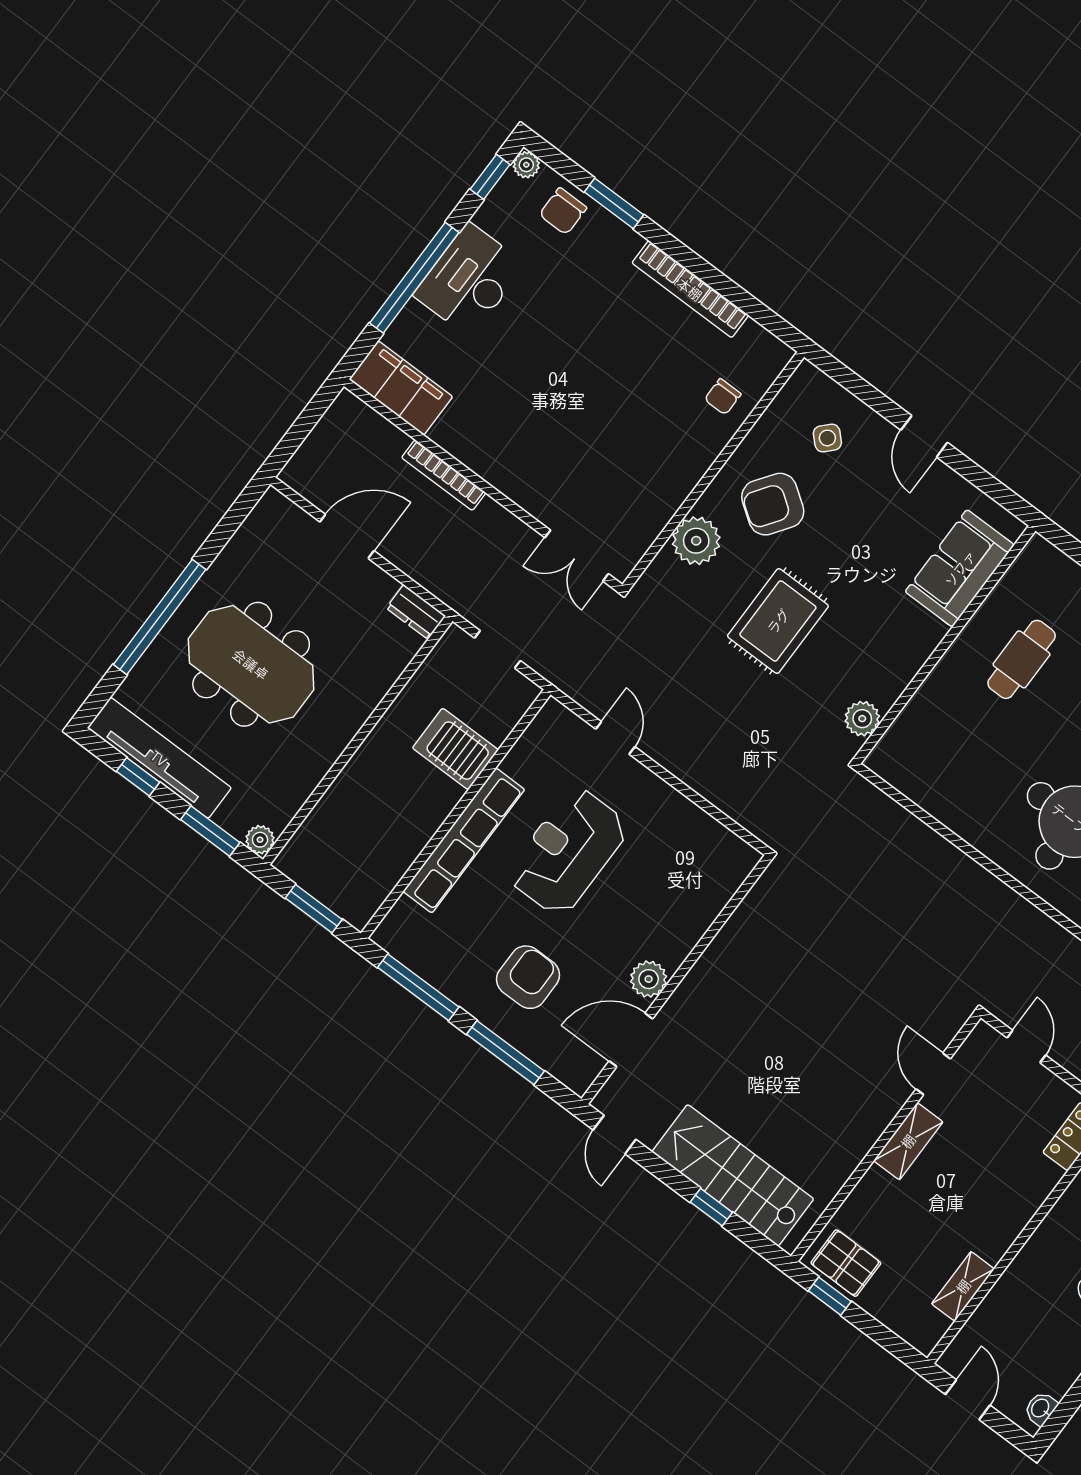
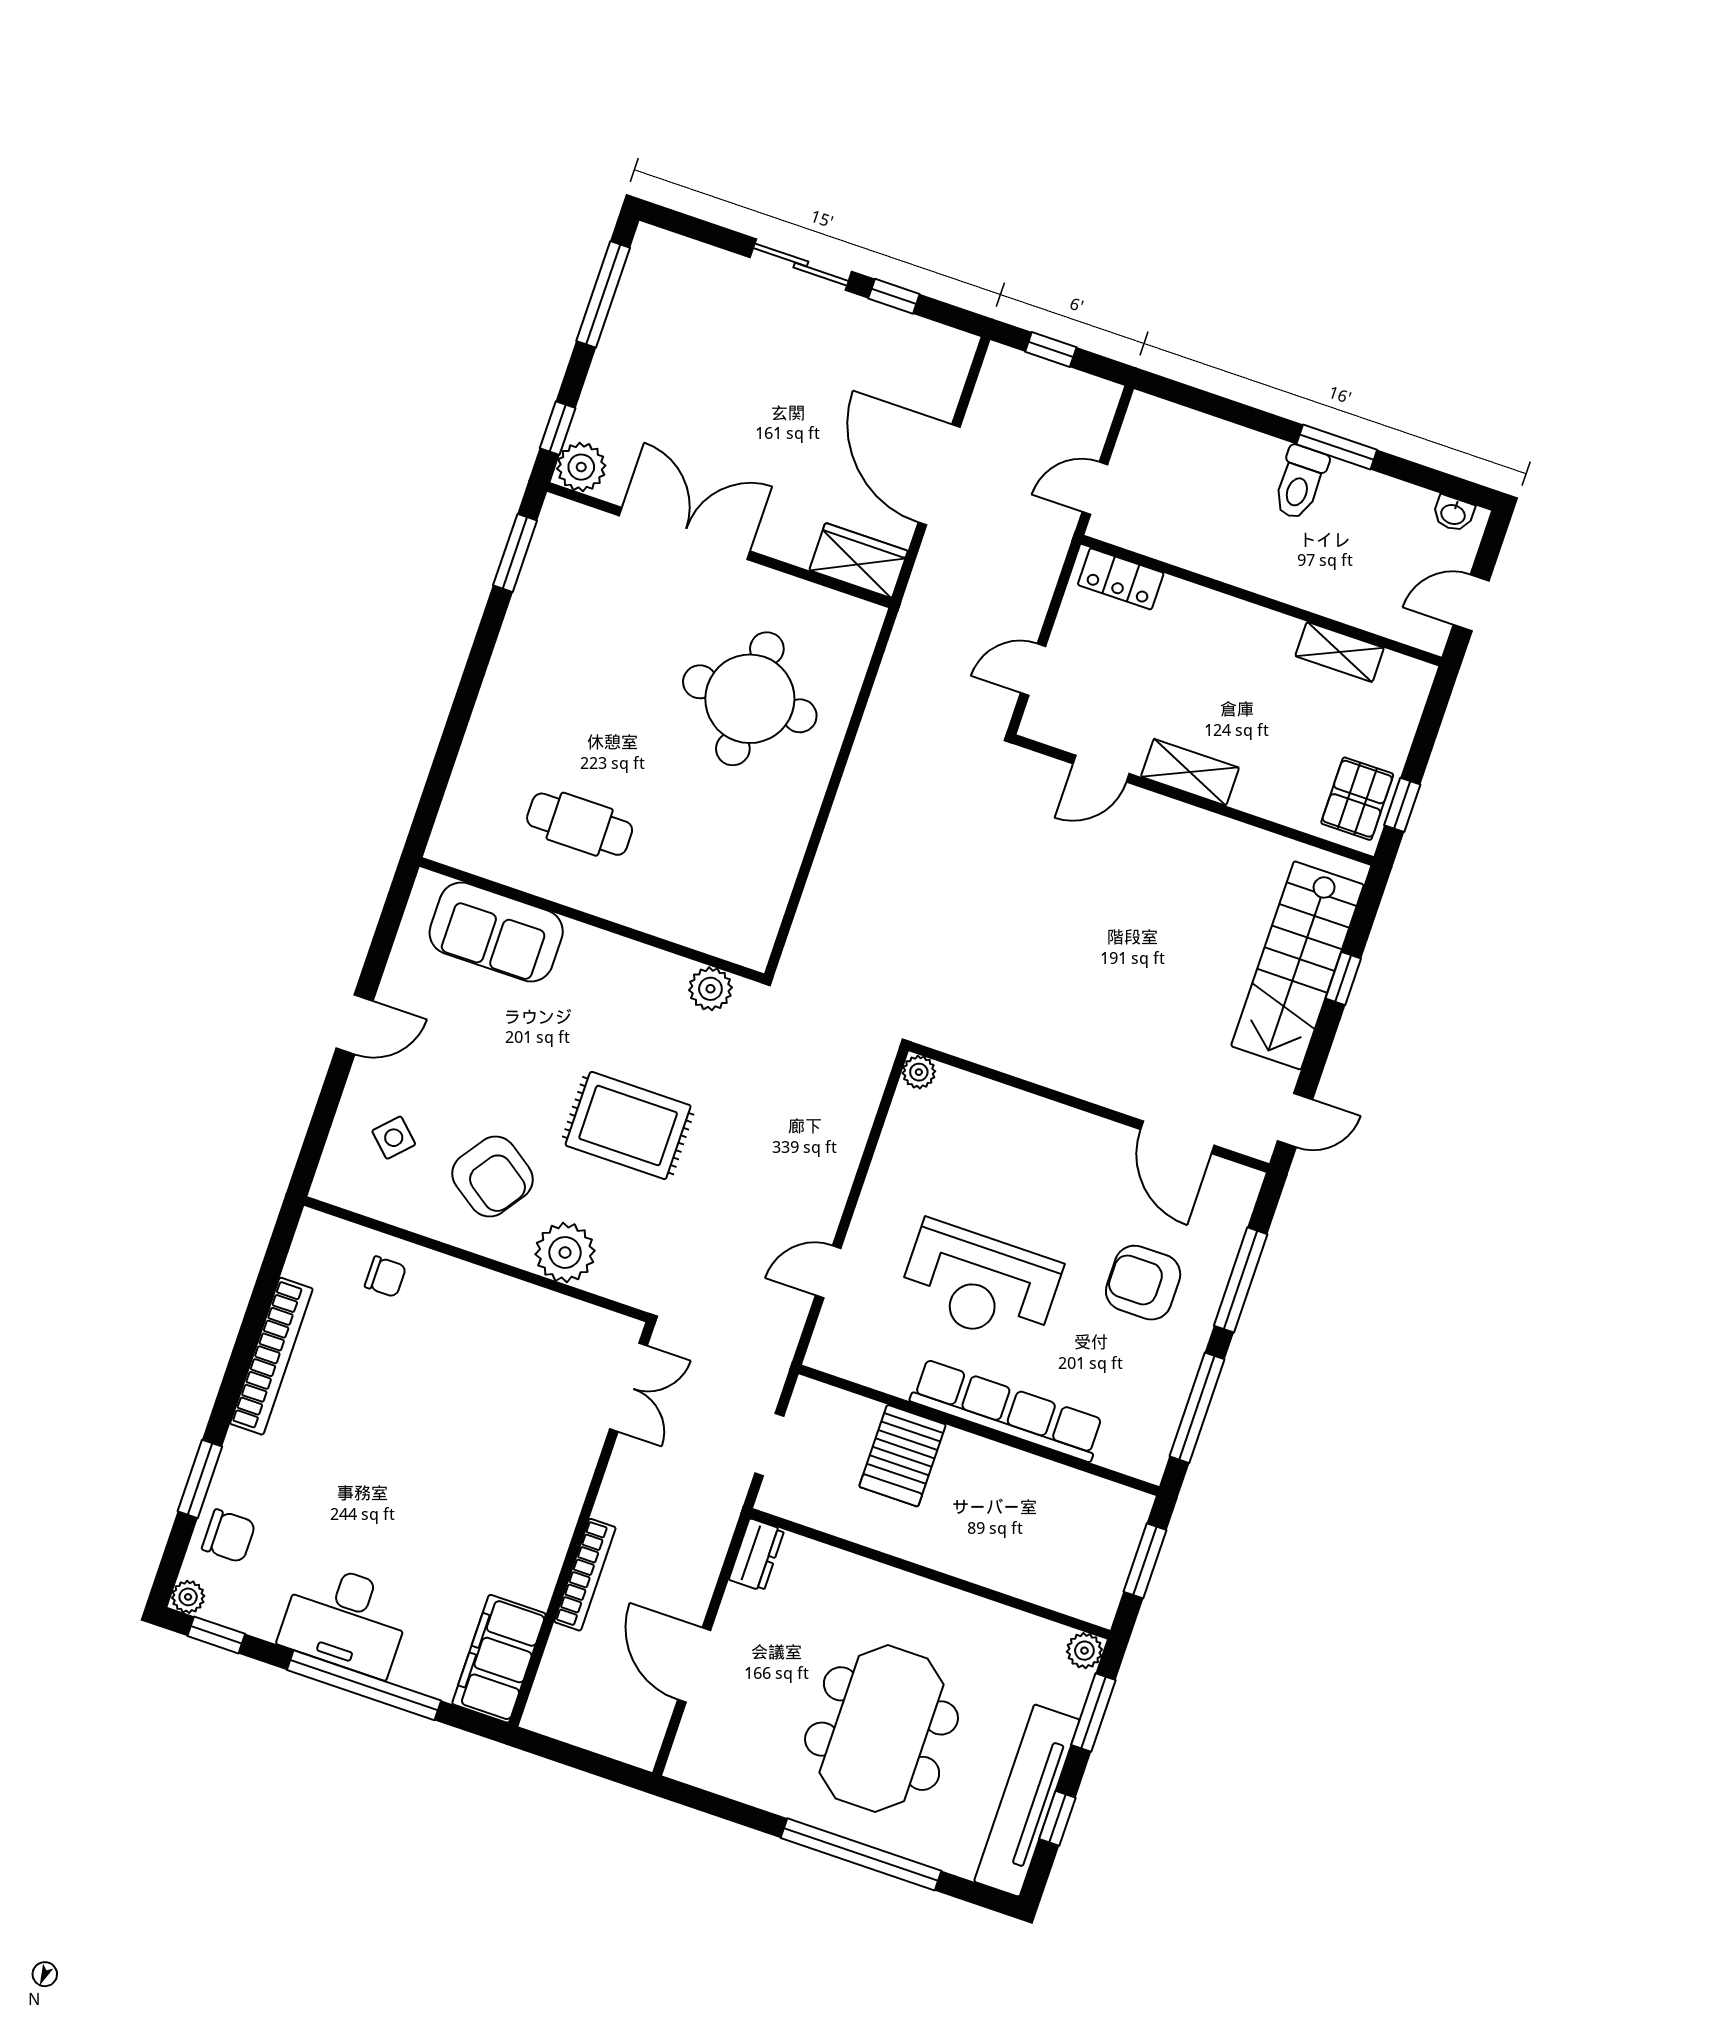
plant: (649, 979) -> (919, 1072), moved, width x0.73, depth x0.73

